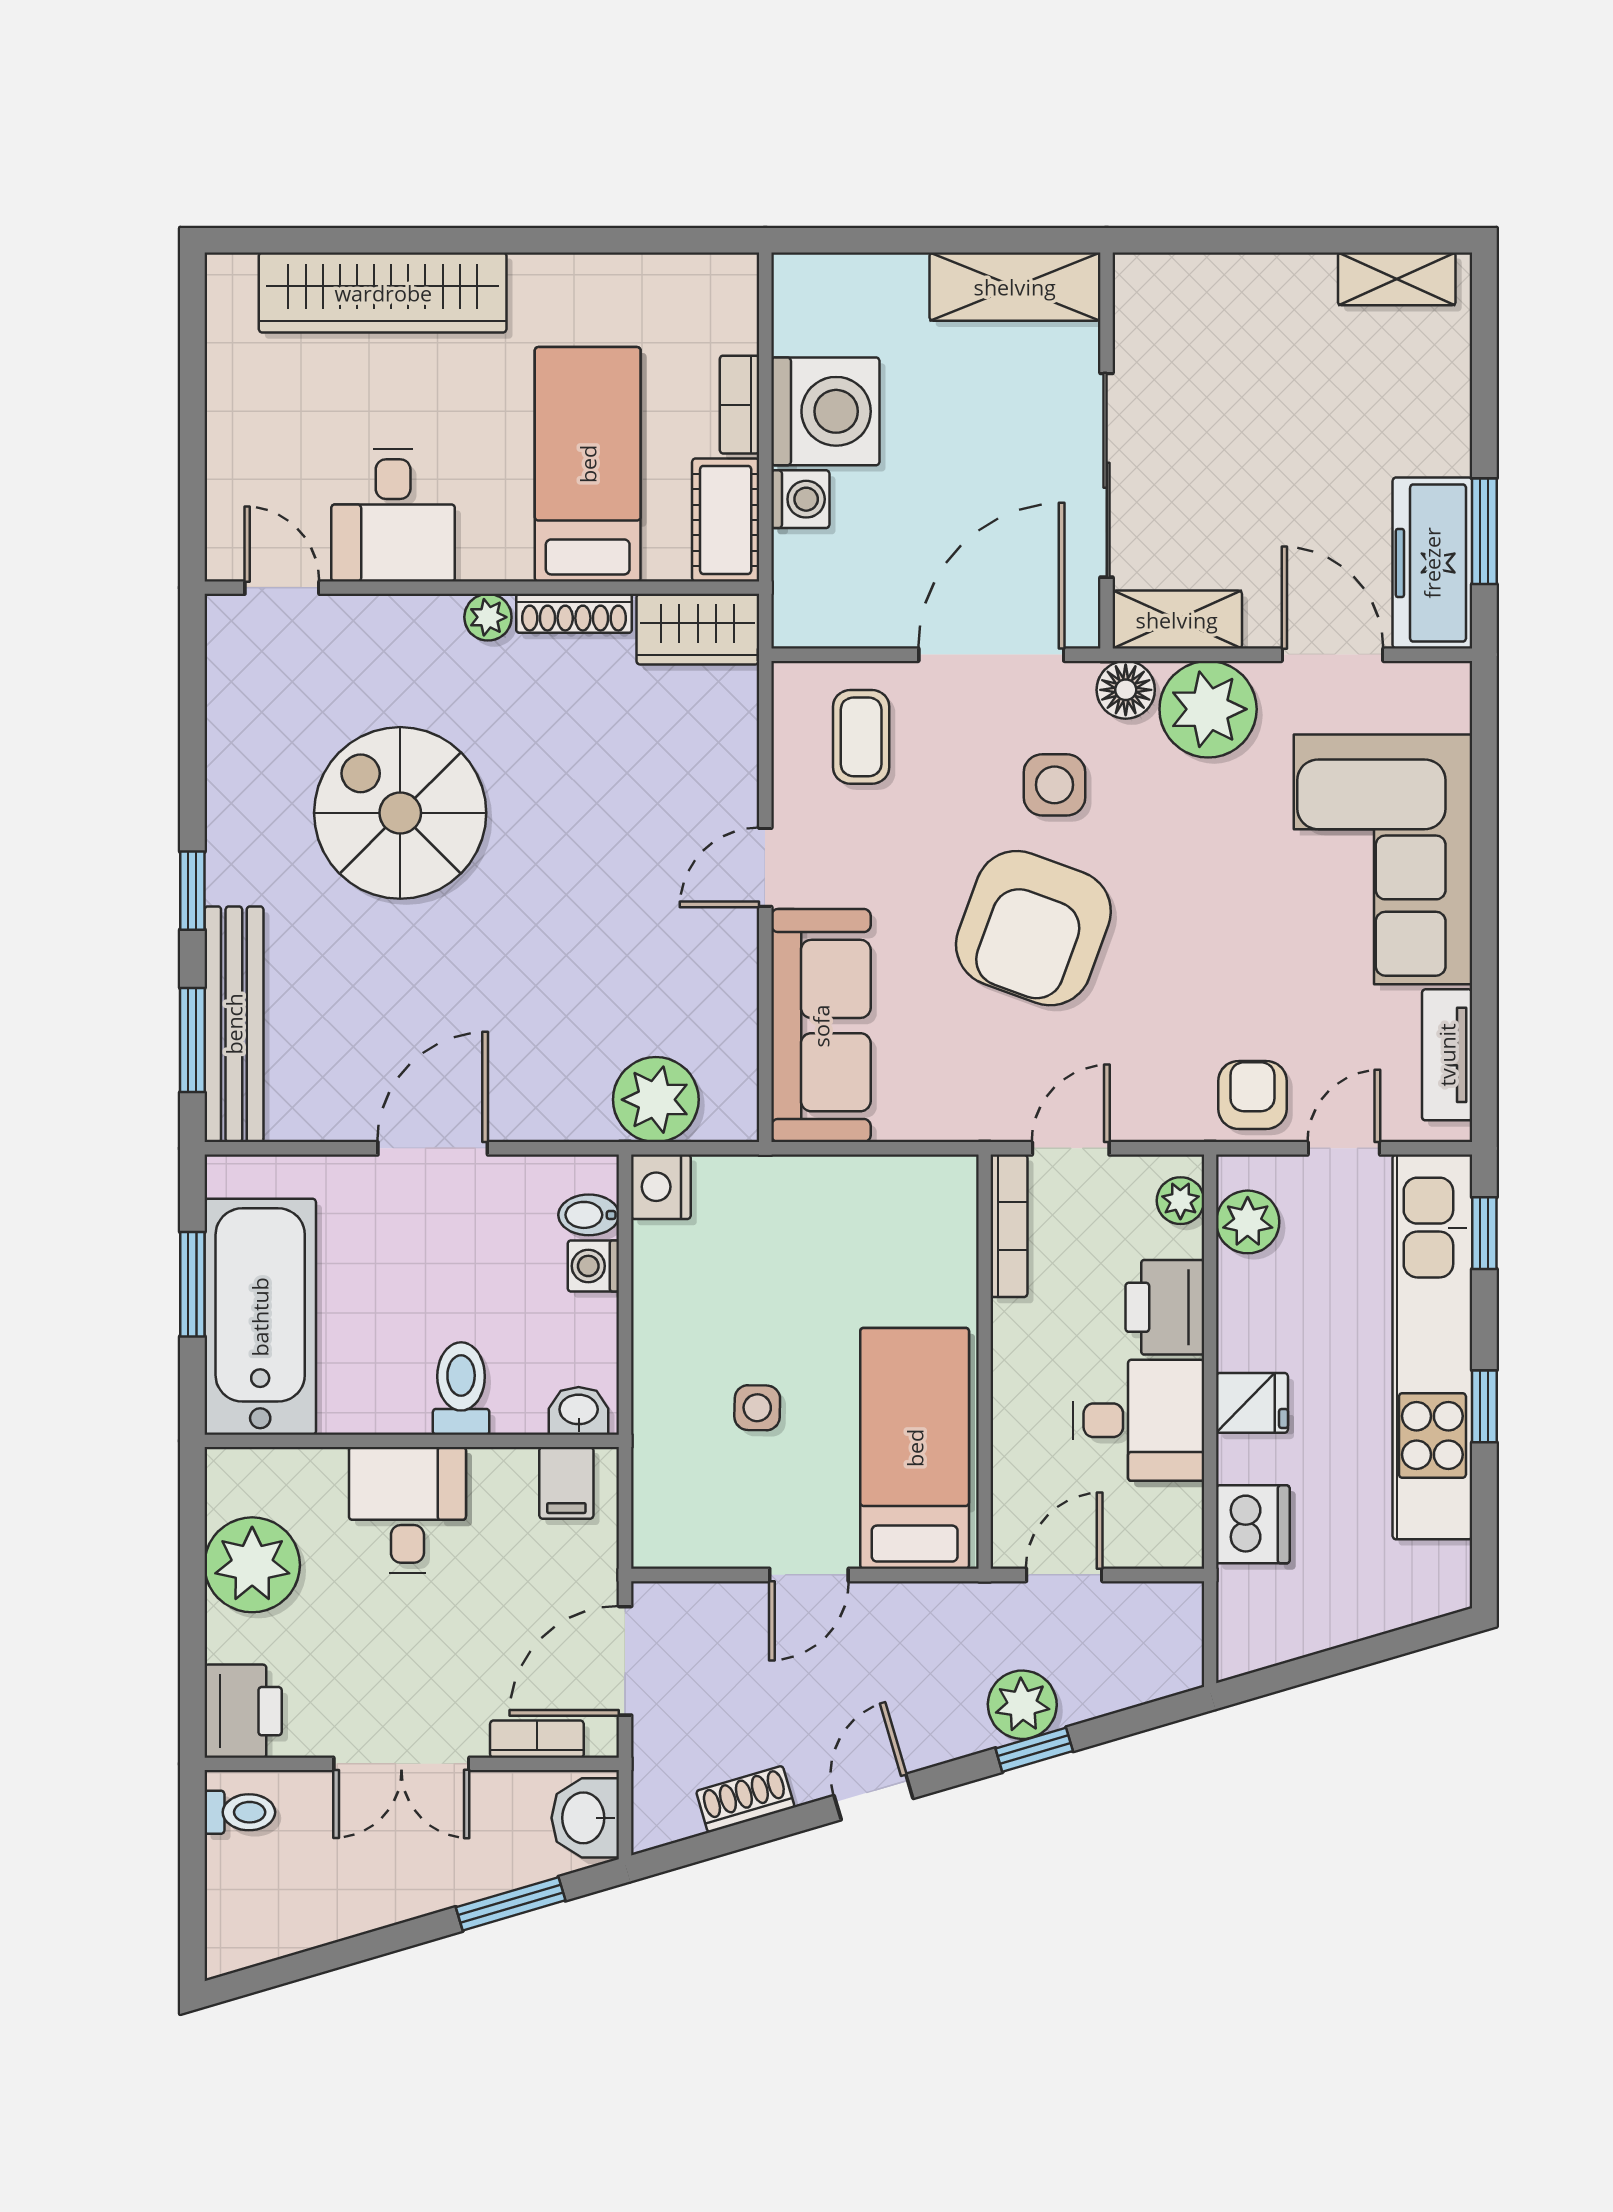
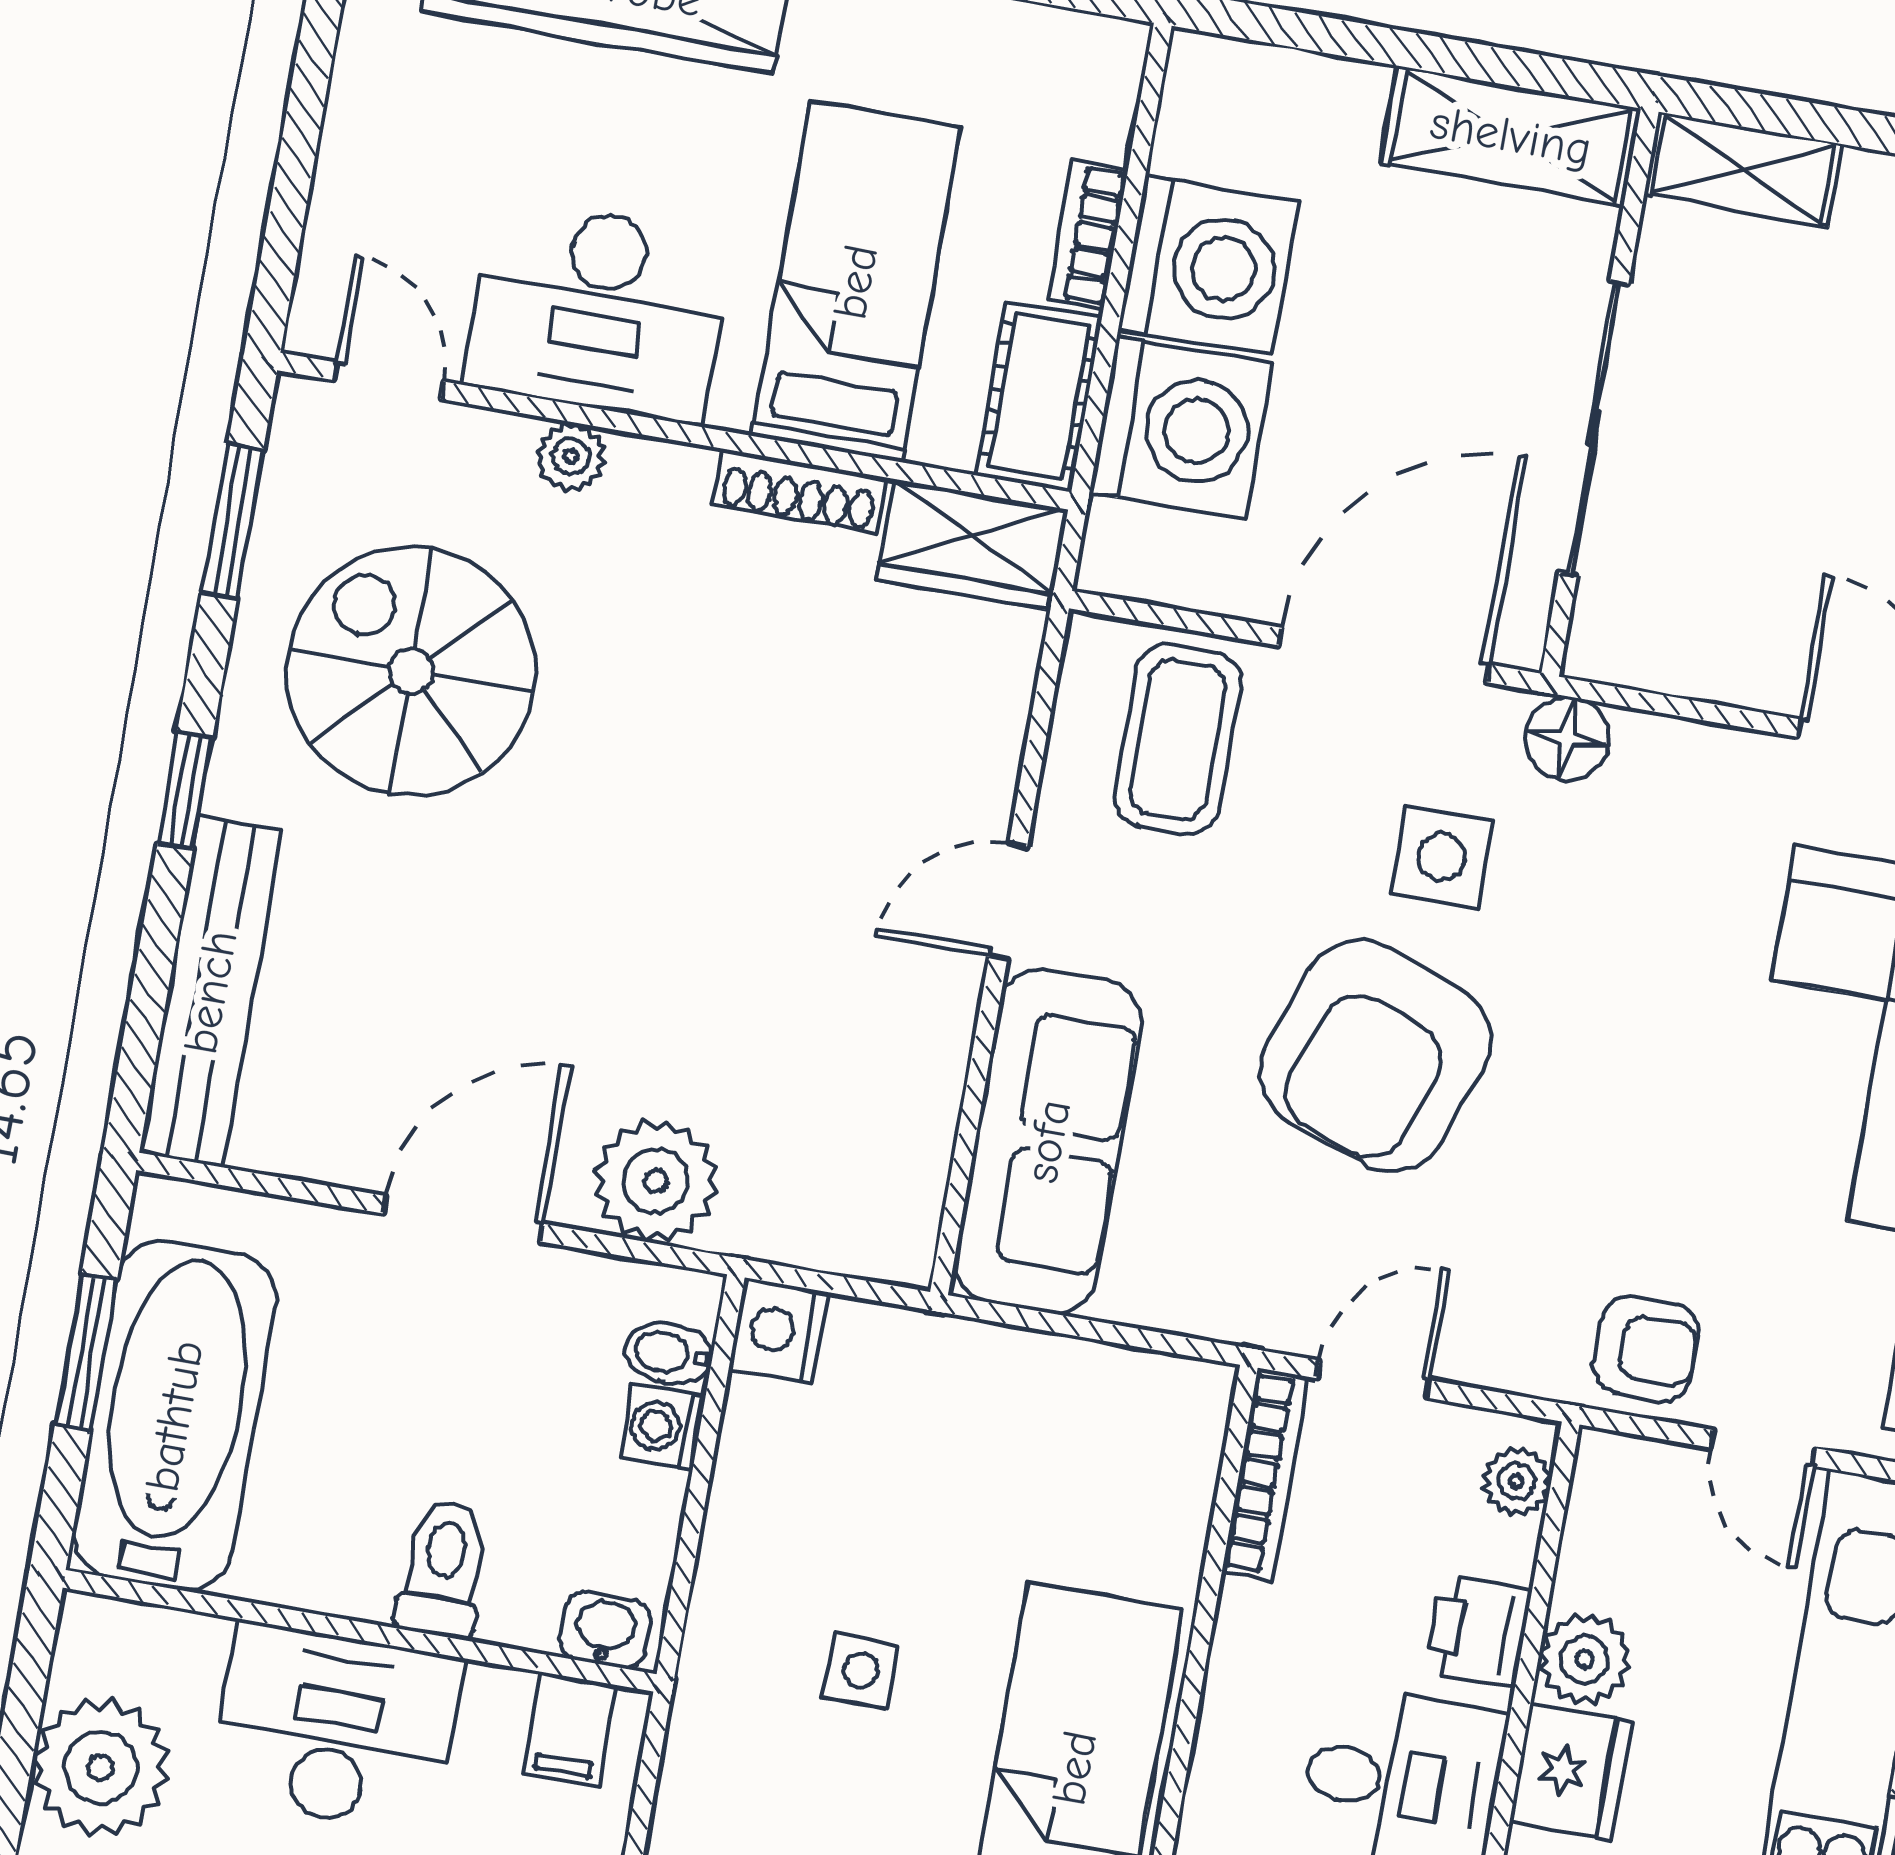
washing machine: (800, 499) -> (1181, 428), width x1.89, depth x1.89
desk: (393, 515) -> (599, 311), width x1.37
plant: (488, 617) -> (571, 456), moved
shelving: (1177, 620) -> (1743, 169), moved
plant: (1208, 709) -> (1680, 787), removed
coffee table: (861, 737) -> (1178, 739), width x1.36, depth x1.30
spiral stairs: (400, 813) -> (411, 671), moved
window: (192, 1040) -> (232, 522), moved
armchair: (1252, 1095) -> (1646, 1349), turned 90
plant: (656, 1100) -> (656, 1181), moved
door: (1344, 1148) -> (1763, 1448), swing flipped
plant: (1248, 1222) -> (1584, 1659), moved
printer: (1165, 1307) -> (1478, 1632), width x0.73, depth x0.81
fridge: (1252, 1403) -> (1571, 1772), width x1.38
desk: (407, 1510) -> (336, 1728), width x1.37

